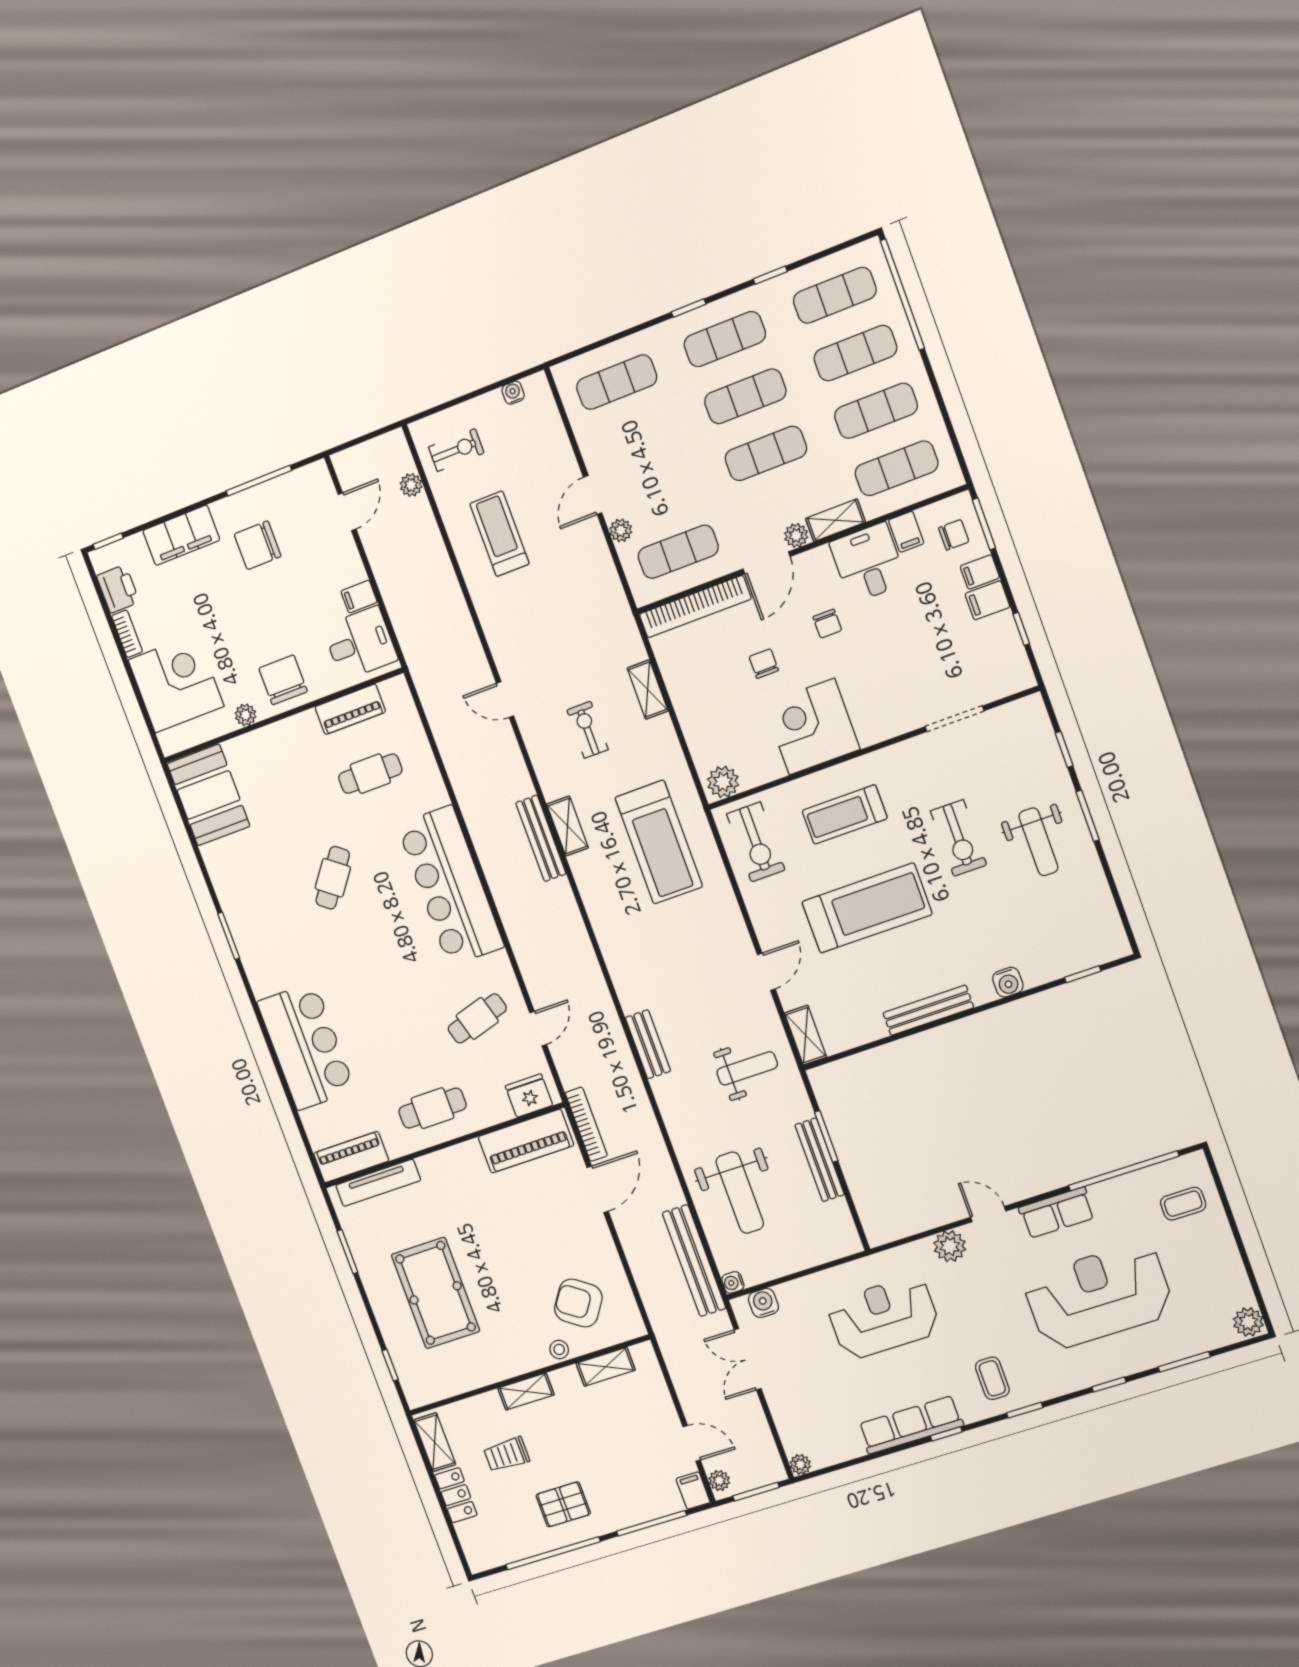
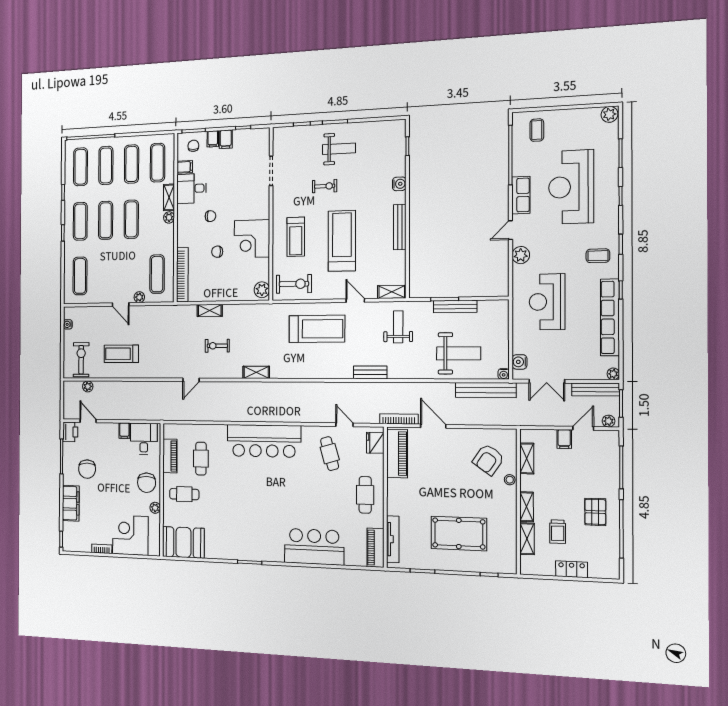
exercise bike: (456, 450) -> (81, 360), width x1.38, depth x1.39
door: (767, 563) -> (176, 235), removed
printer: (118, 589) -> (70, 432), moved, turned 90
chair: (283, 680) -> (147, 483), turned -90
bench: (541, 838) -> (596, 389), moved
exercise bike: (959, 838) -> (325, 186), width x0.73, depth x0.72
treadmill: (659, 842) -> (317, 329), moved
cafe table: (333, 878) -> (184, 494), moved, turned -37
row of seats: (911, 1425) -> (610, 317), width x1.36
shelving: (435, 1442) -> (527, 539), moved, turned 90
filing cabinet: (693, 1491) -> (564, 439), moved, turned -90

